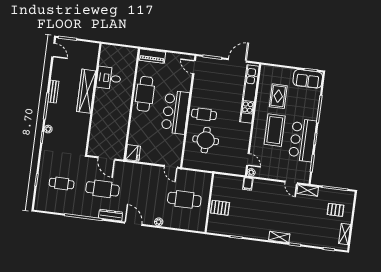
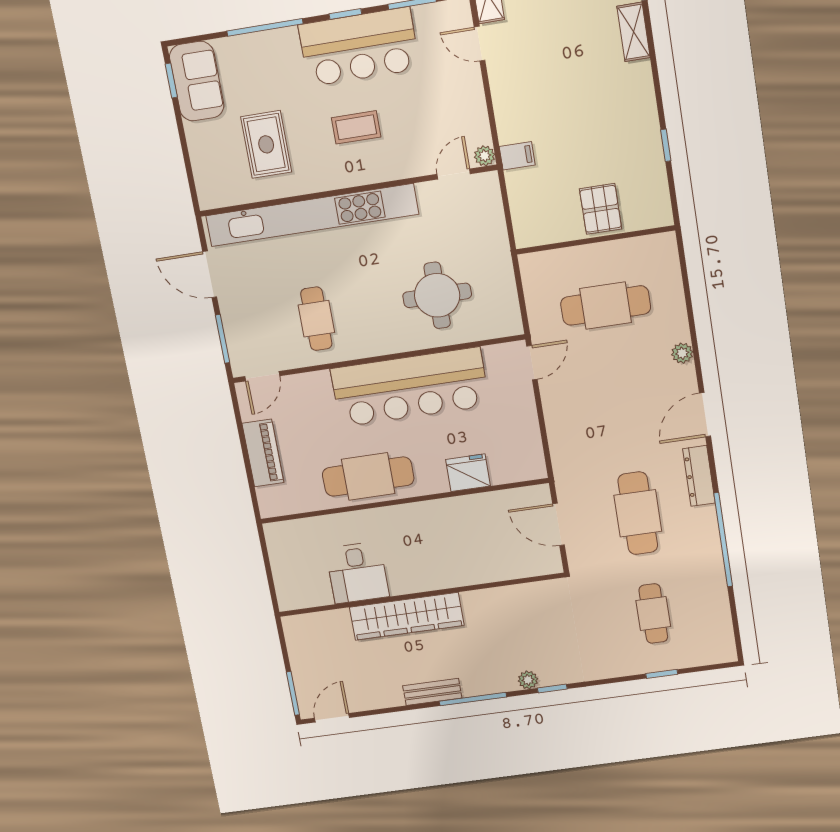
piano: (152, 56) -> (263, 453), moved
kitchen unit: (249, 94) -> (312, 215), width x1.36
rug: (278, 96) -> (266, 144), turned 90
bar counter: (175, 112) -> (410, 387), width x1.36
cafe table: (204, 114) -> (316, 319), moved
coffee table: (275, 130) -> (356, 127), width x0.54, depth x0.58
fridge: (133, 153) -> (468, 473), moved
door: (106, 158) -> (558, 524), swing flipped
door: (291, 182) -> (480, 44), swing flipped
cafe table: (184, 199) -> (606, 305), turned 90

